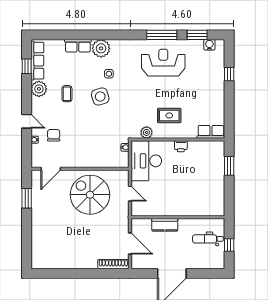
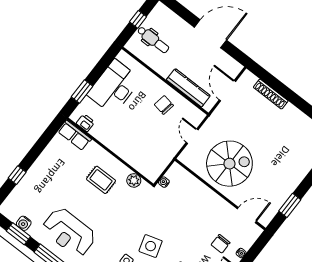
water cooler: (209, 45) -> (24, 223), moved
printer: (181, 146) -> (85, 123), moved
desk: (146, 161) -> (114, 87), moved, turned 180
spiral stairs: (90, 195) -> (229, 164), turned -90
chair: (166, 200) -> (164, 105), added
kitchen counter: (165, 225) -> (188, 88), width x1.50
shoe rack: (113, 264) -> (271, 94), moved

